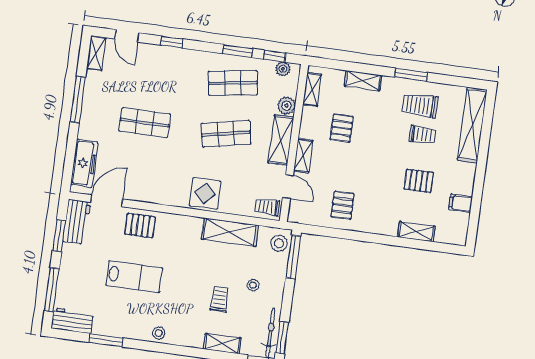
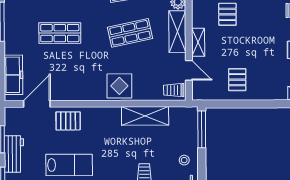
workbench: (77, 222) -> (14, 154), moved
stool: (279, 243) -> (188, 119), removed
stool: (253, 285) -> (184, 160), moved

